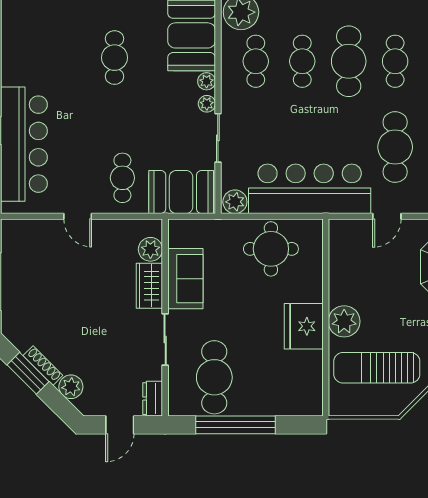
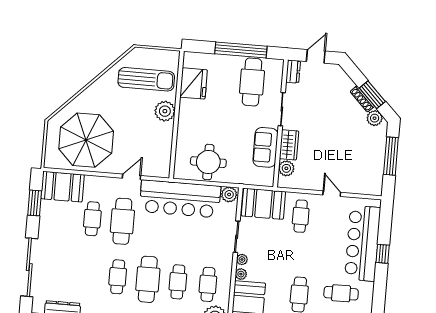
cafe table: (51, 65) -> (341, 293), added
fridge: (304, 326) -> (194, 83), moved
plant: (71, 387) -> (375, 118), moved

